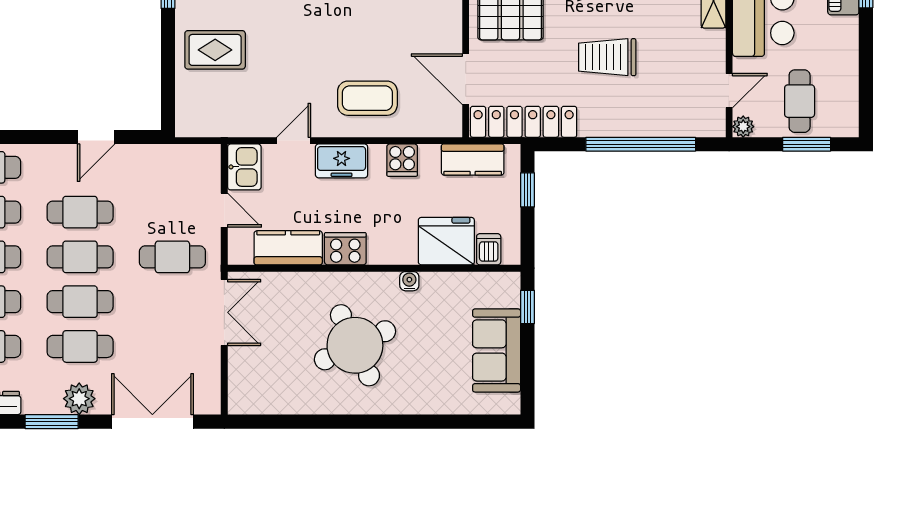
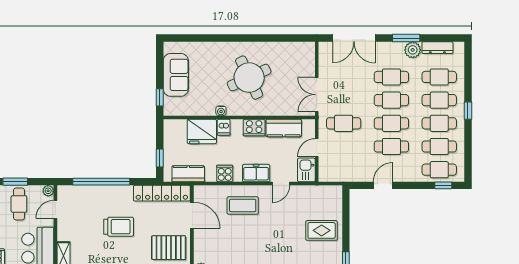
door: (224, 210) -> (317, 148), hinge flipped
dishwasher: (489, 249) -> (224, 127), moved
plant: (79, 399) -> (413, 50), moved

